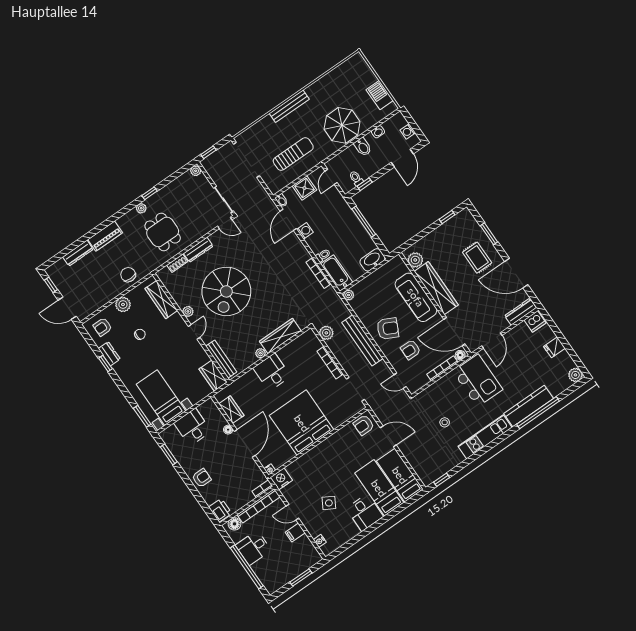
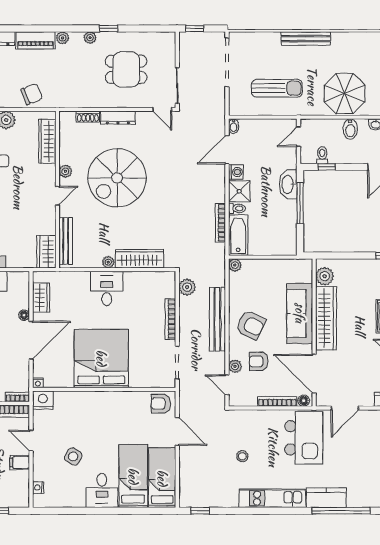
plant: (196, 171) -> (63, 38), moved
shower: (304, 188) -> (239, 191), moved
dining table: (163, 232) -> (126, 69), moved, turned 90
washbasin: (372, 260) -> (288, 184), moved, turned -90
chair: (128, 275) -> (32, 94), turned 69
plant: (397, 364) -> (235, 366), added
kitchen counter: (529, 406) -> (326, 498), width x0.67

